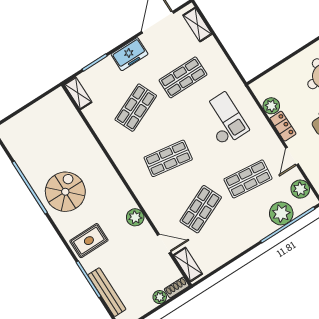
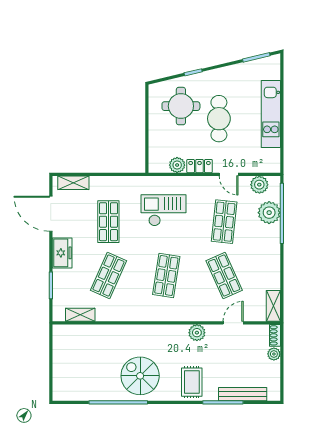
shelving: (78, 93) -> (80, 315), moved
shop shelf: (136, 108) -> (108, 276), turned 48
shelving: (188, 264) -> (273, 306), moved, turned 90

